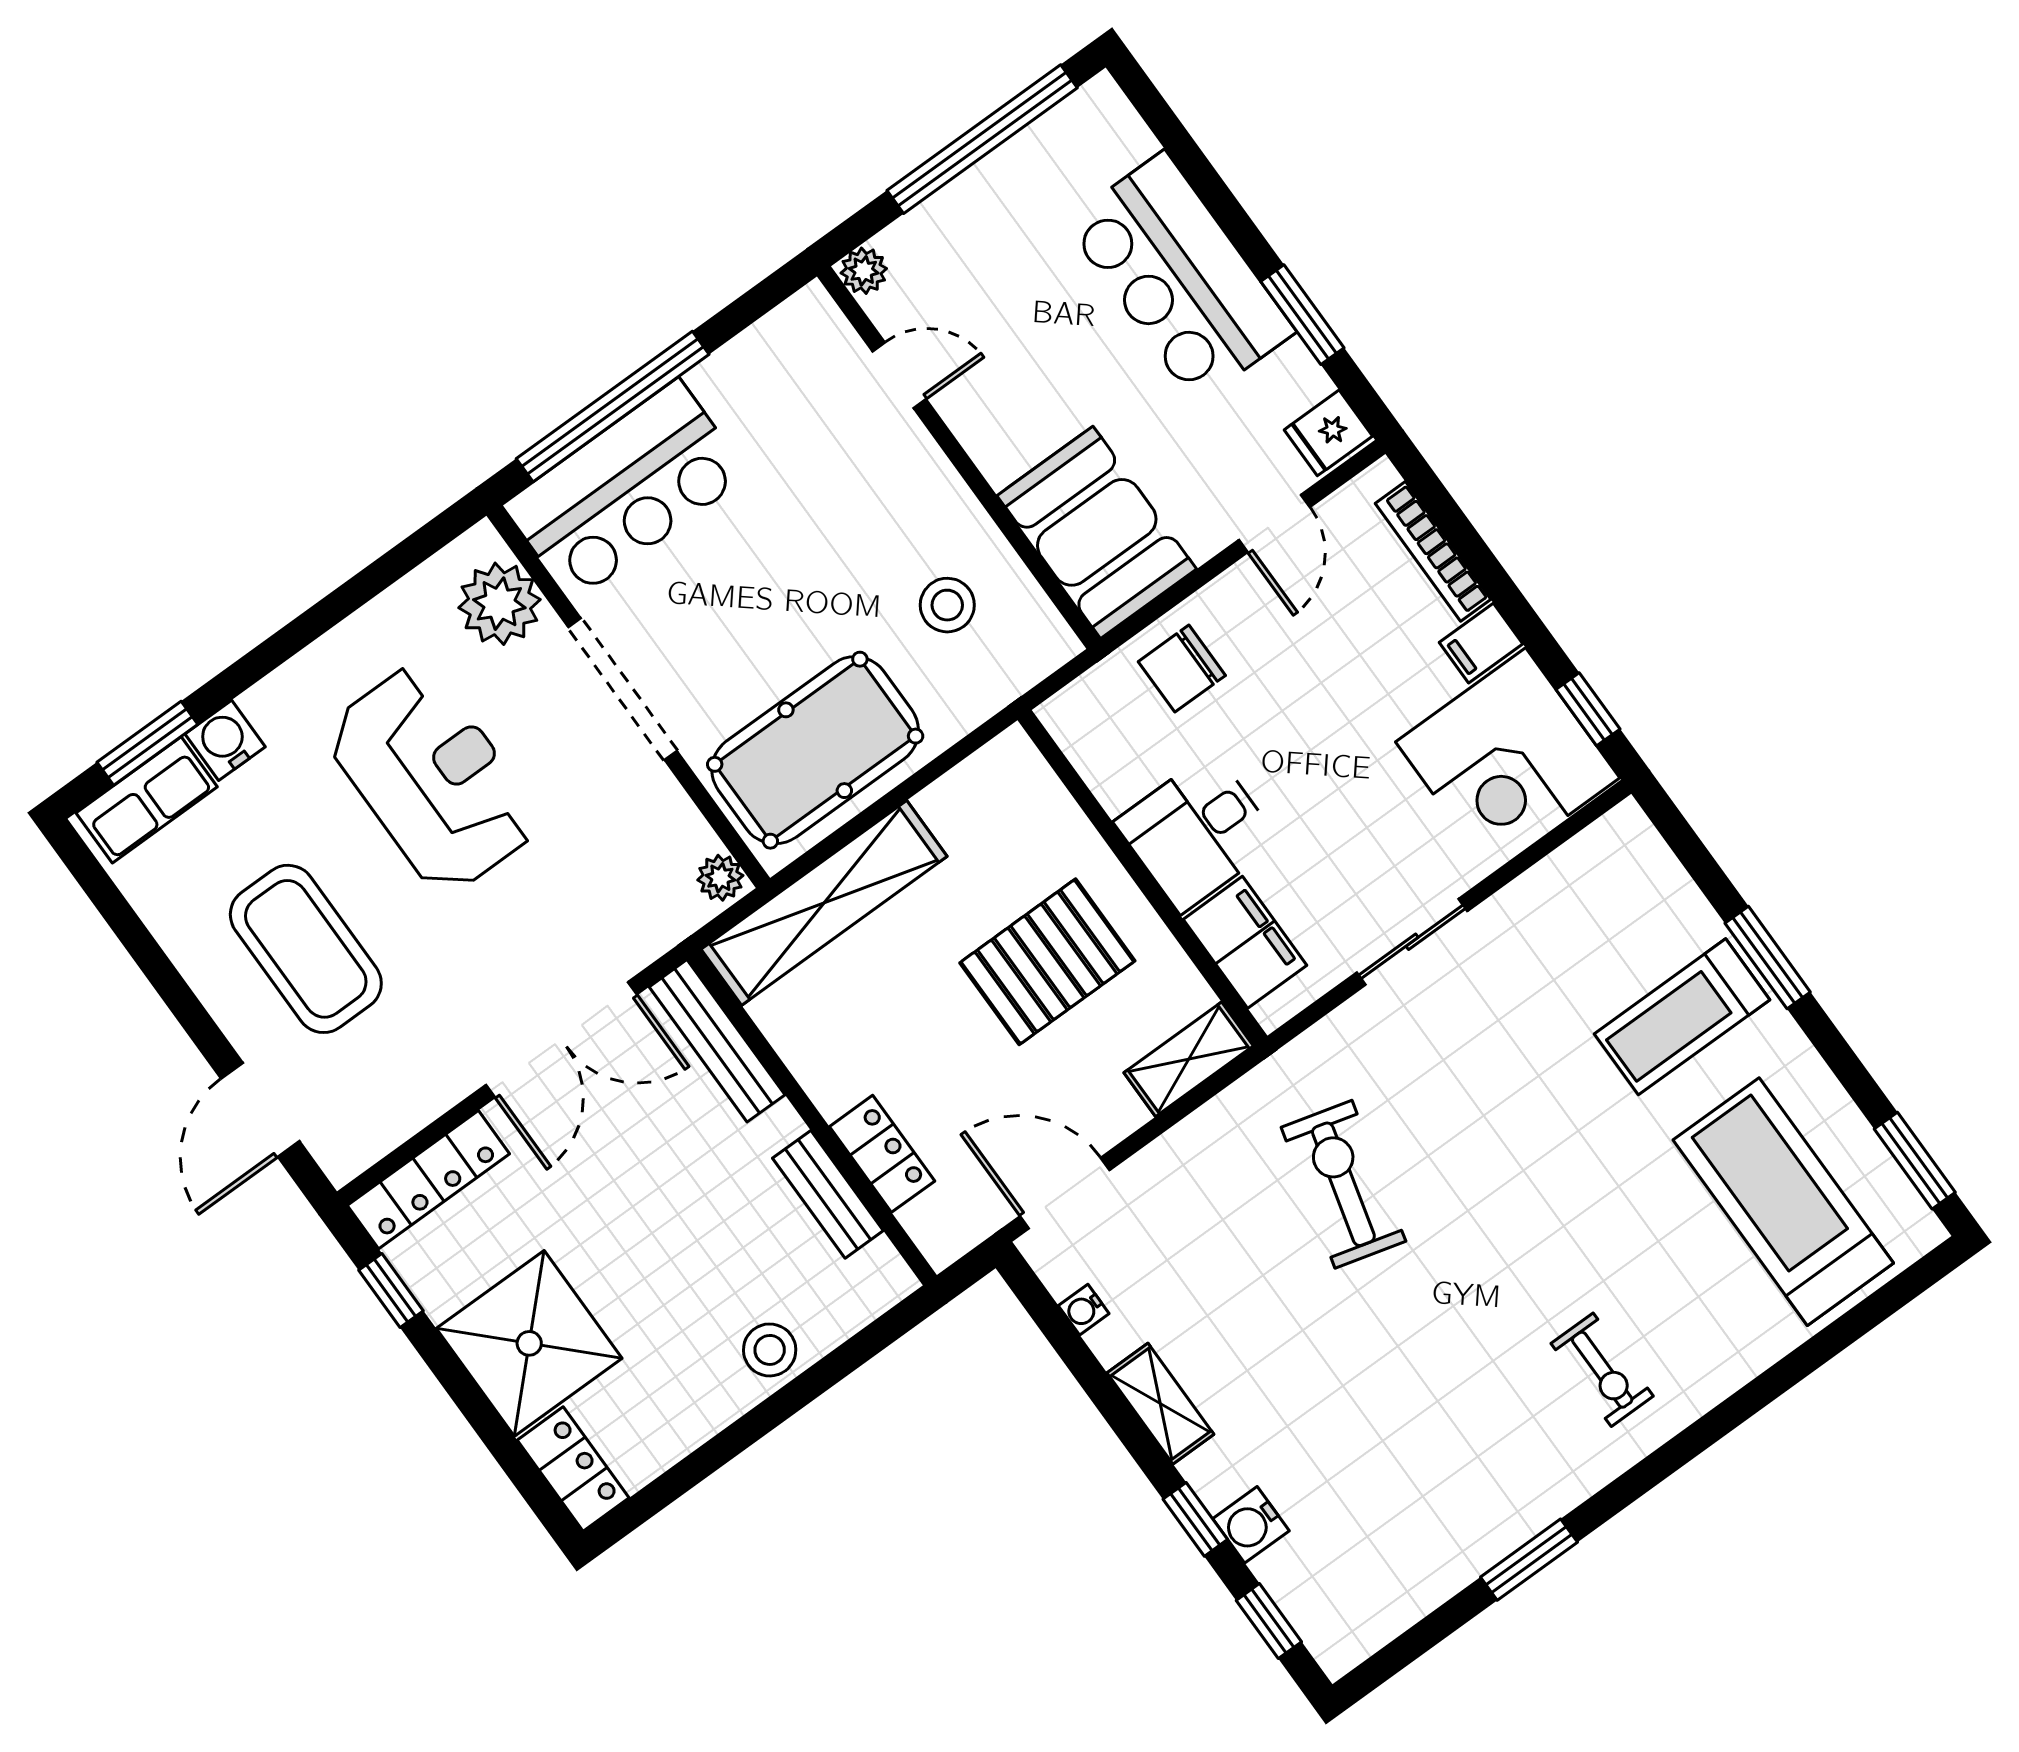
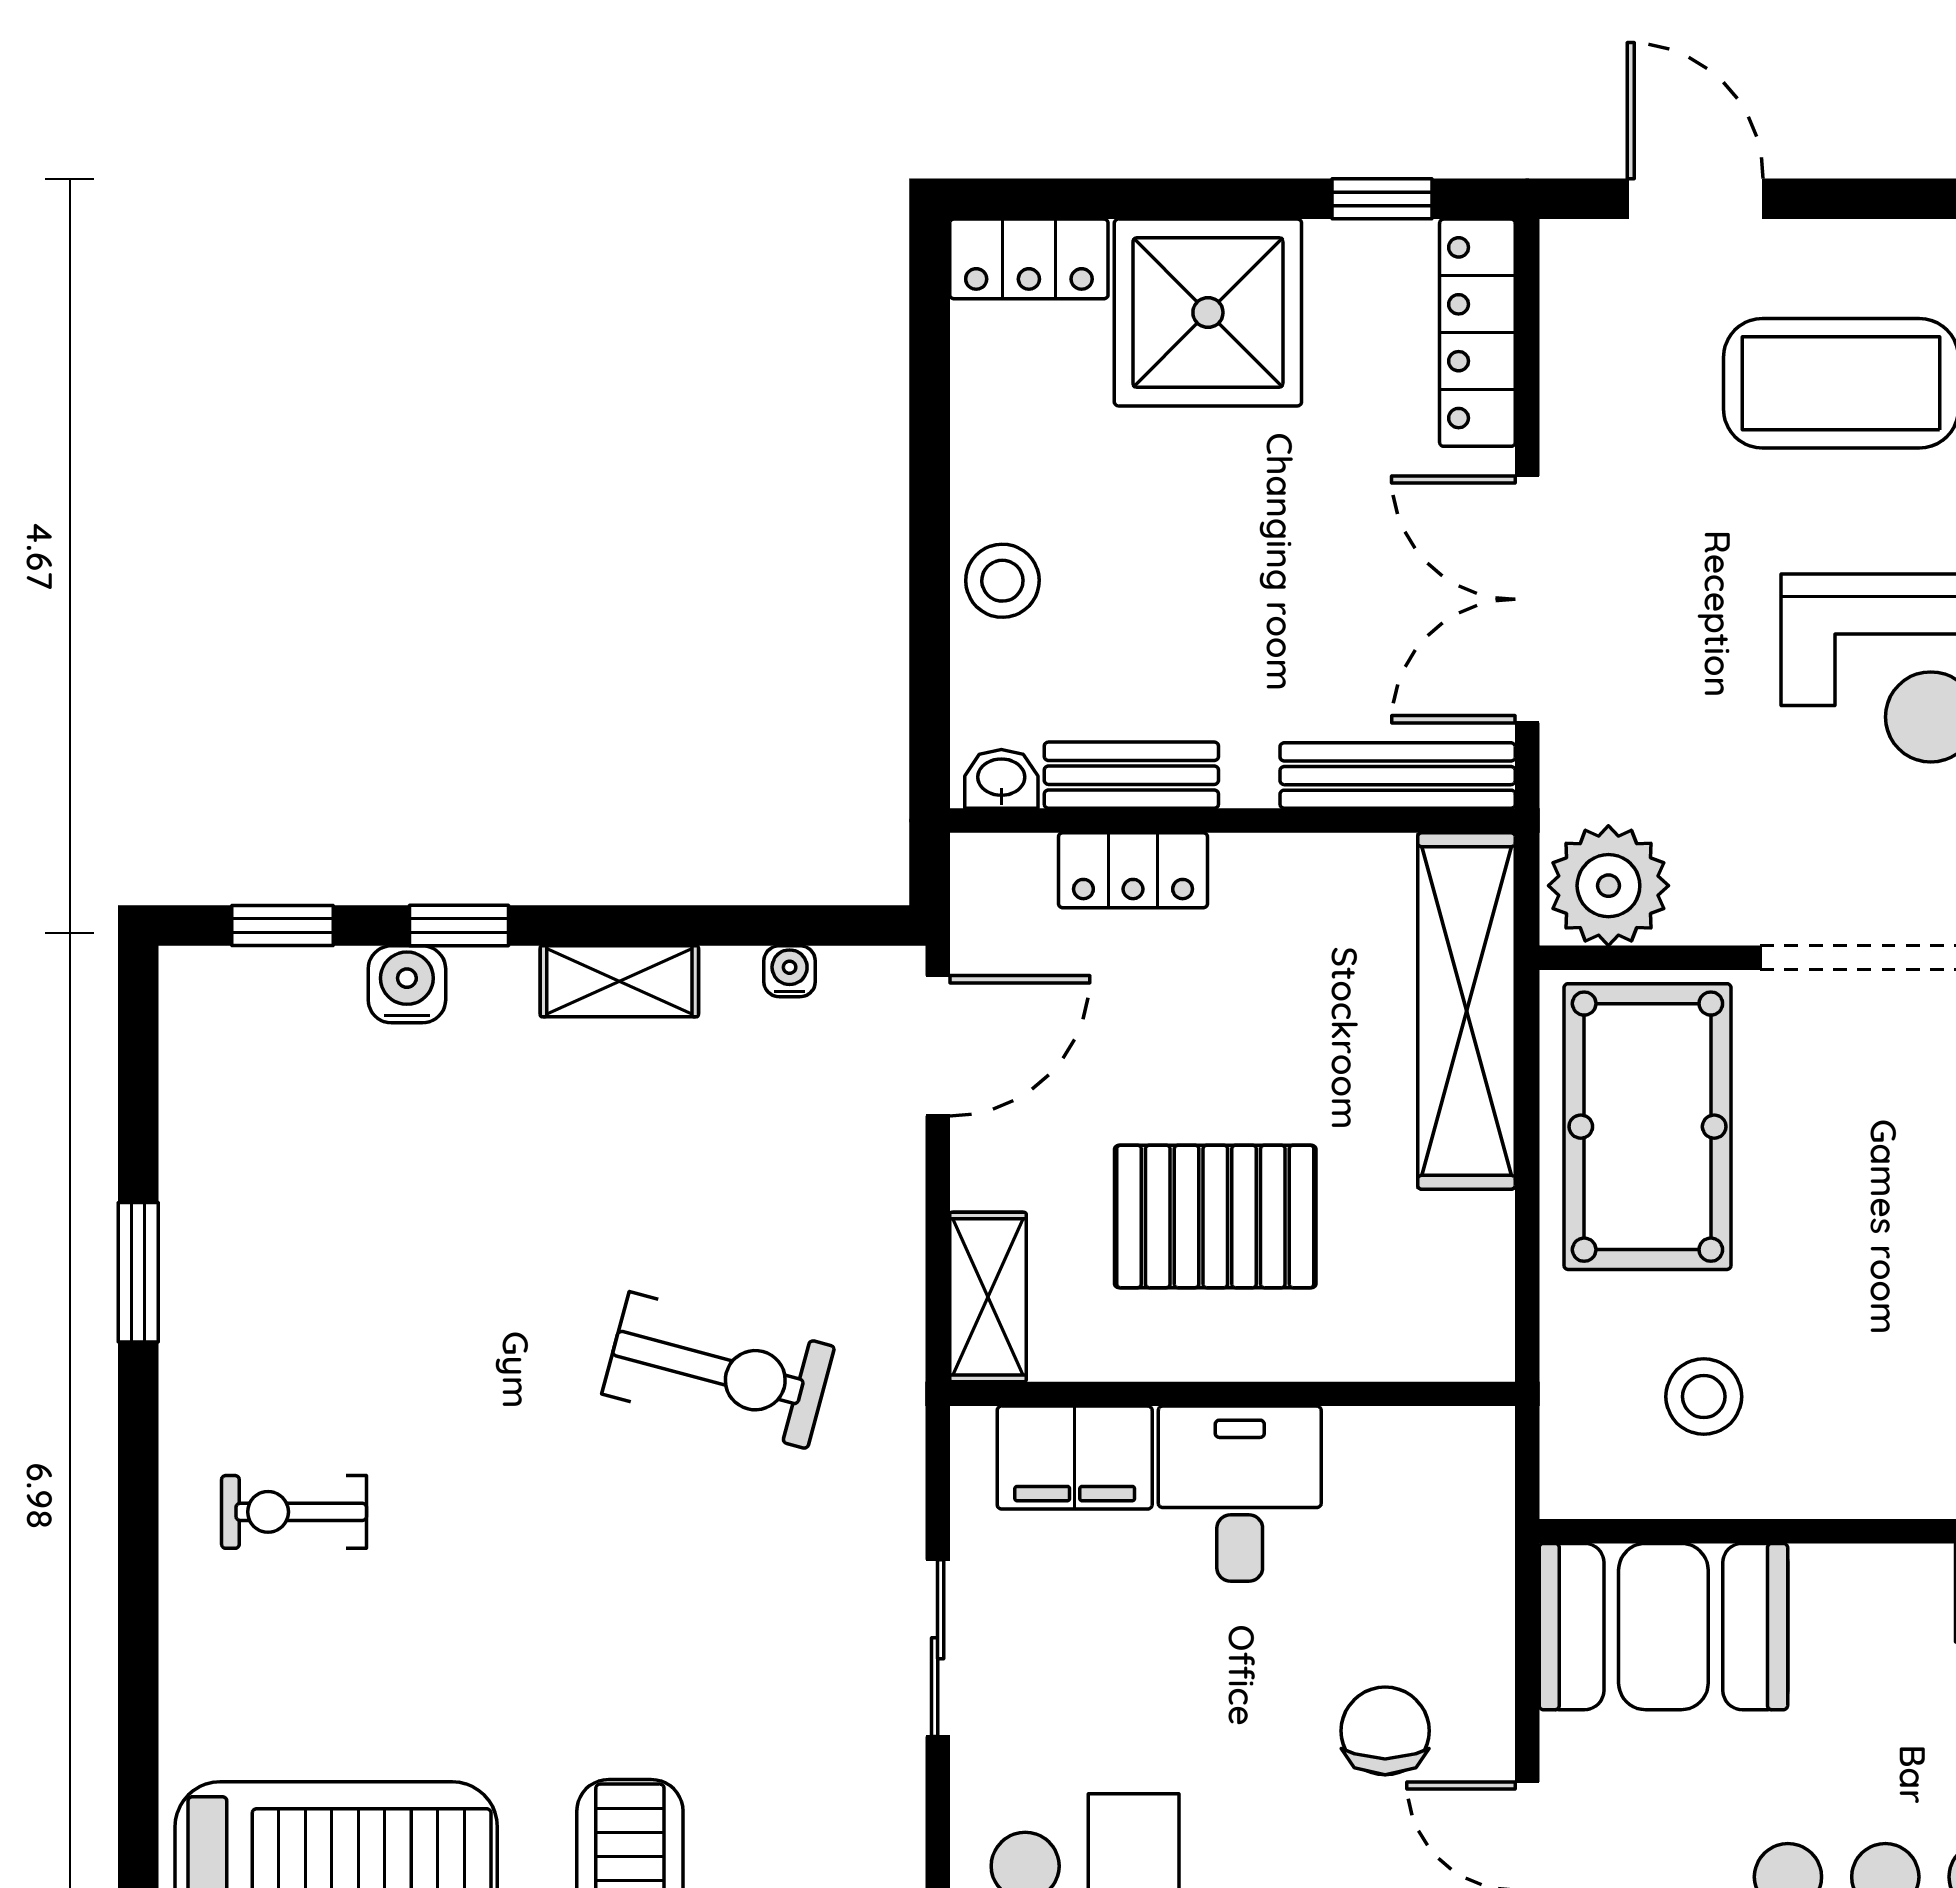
chair: (1182, 669) -> (1385, 1731), moved
plant: (720, 878) -> (1608, 886), width x1.88, depth x1.88
pallet: (1047, 962) -> (1215, 1216), turned 90
washbasin: (884, 1268) -> (1001, 779), added

